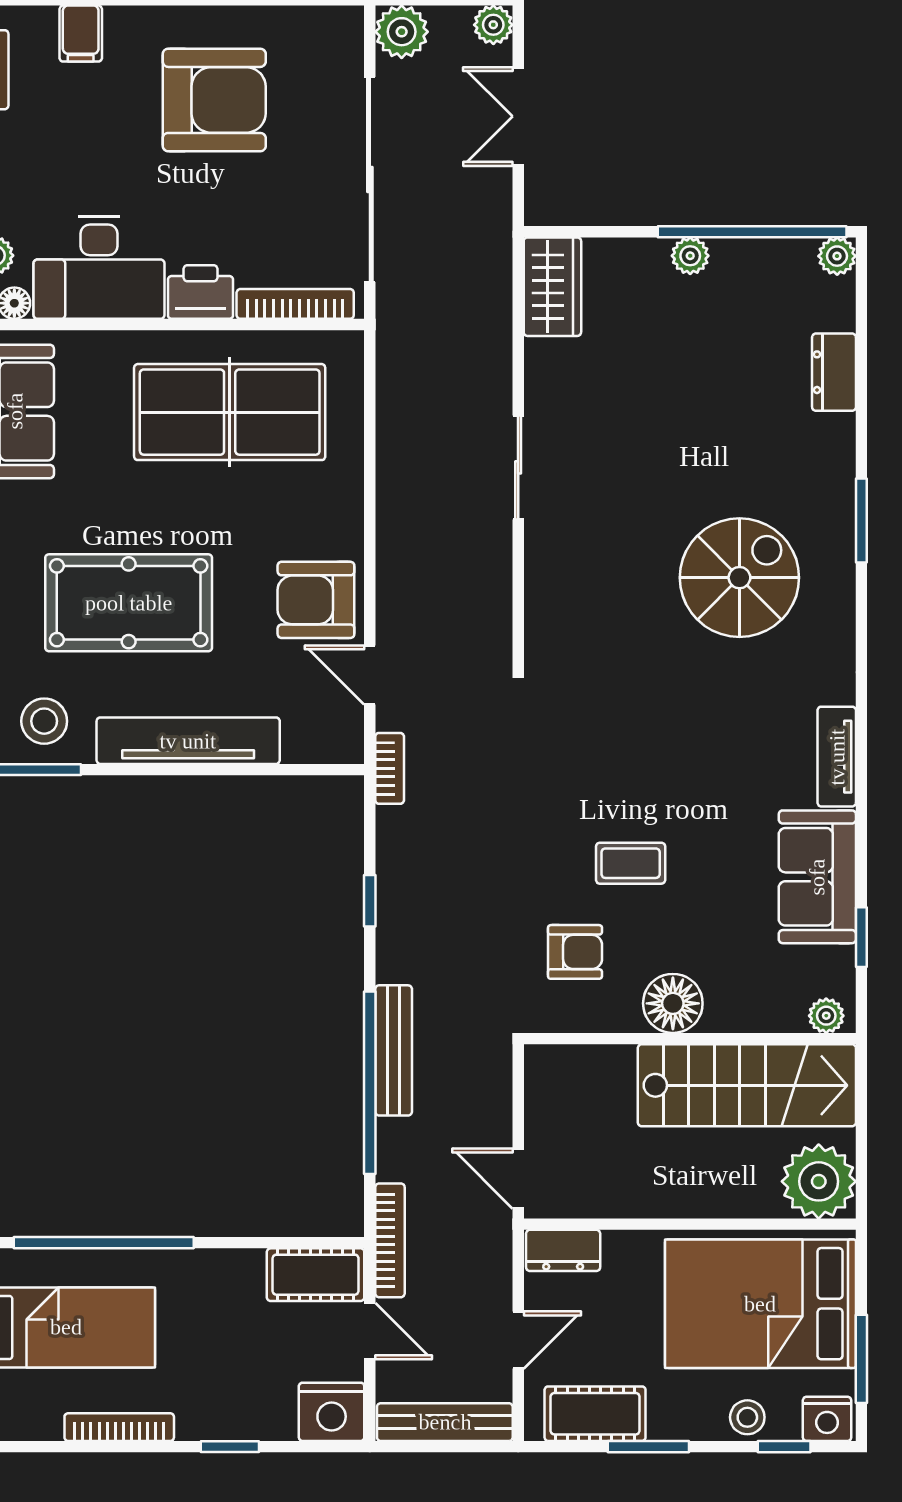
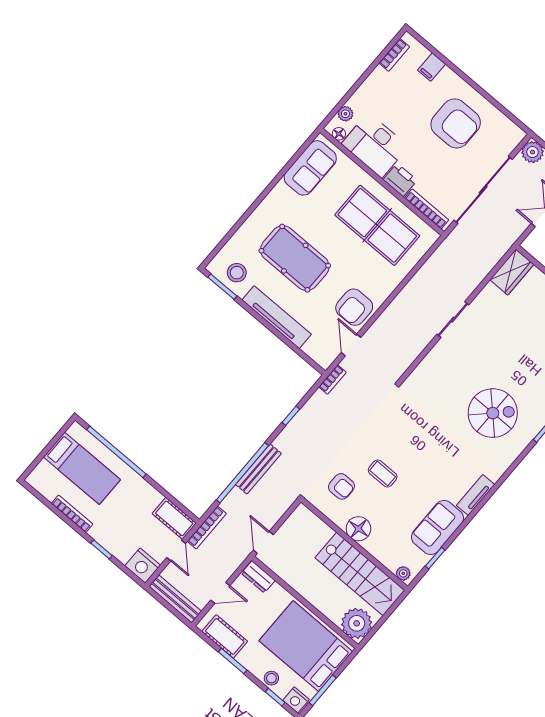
armchair: (316, 600) -> (354, 307), turned -90

